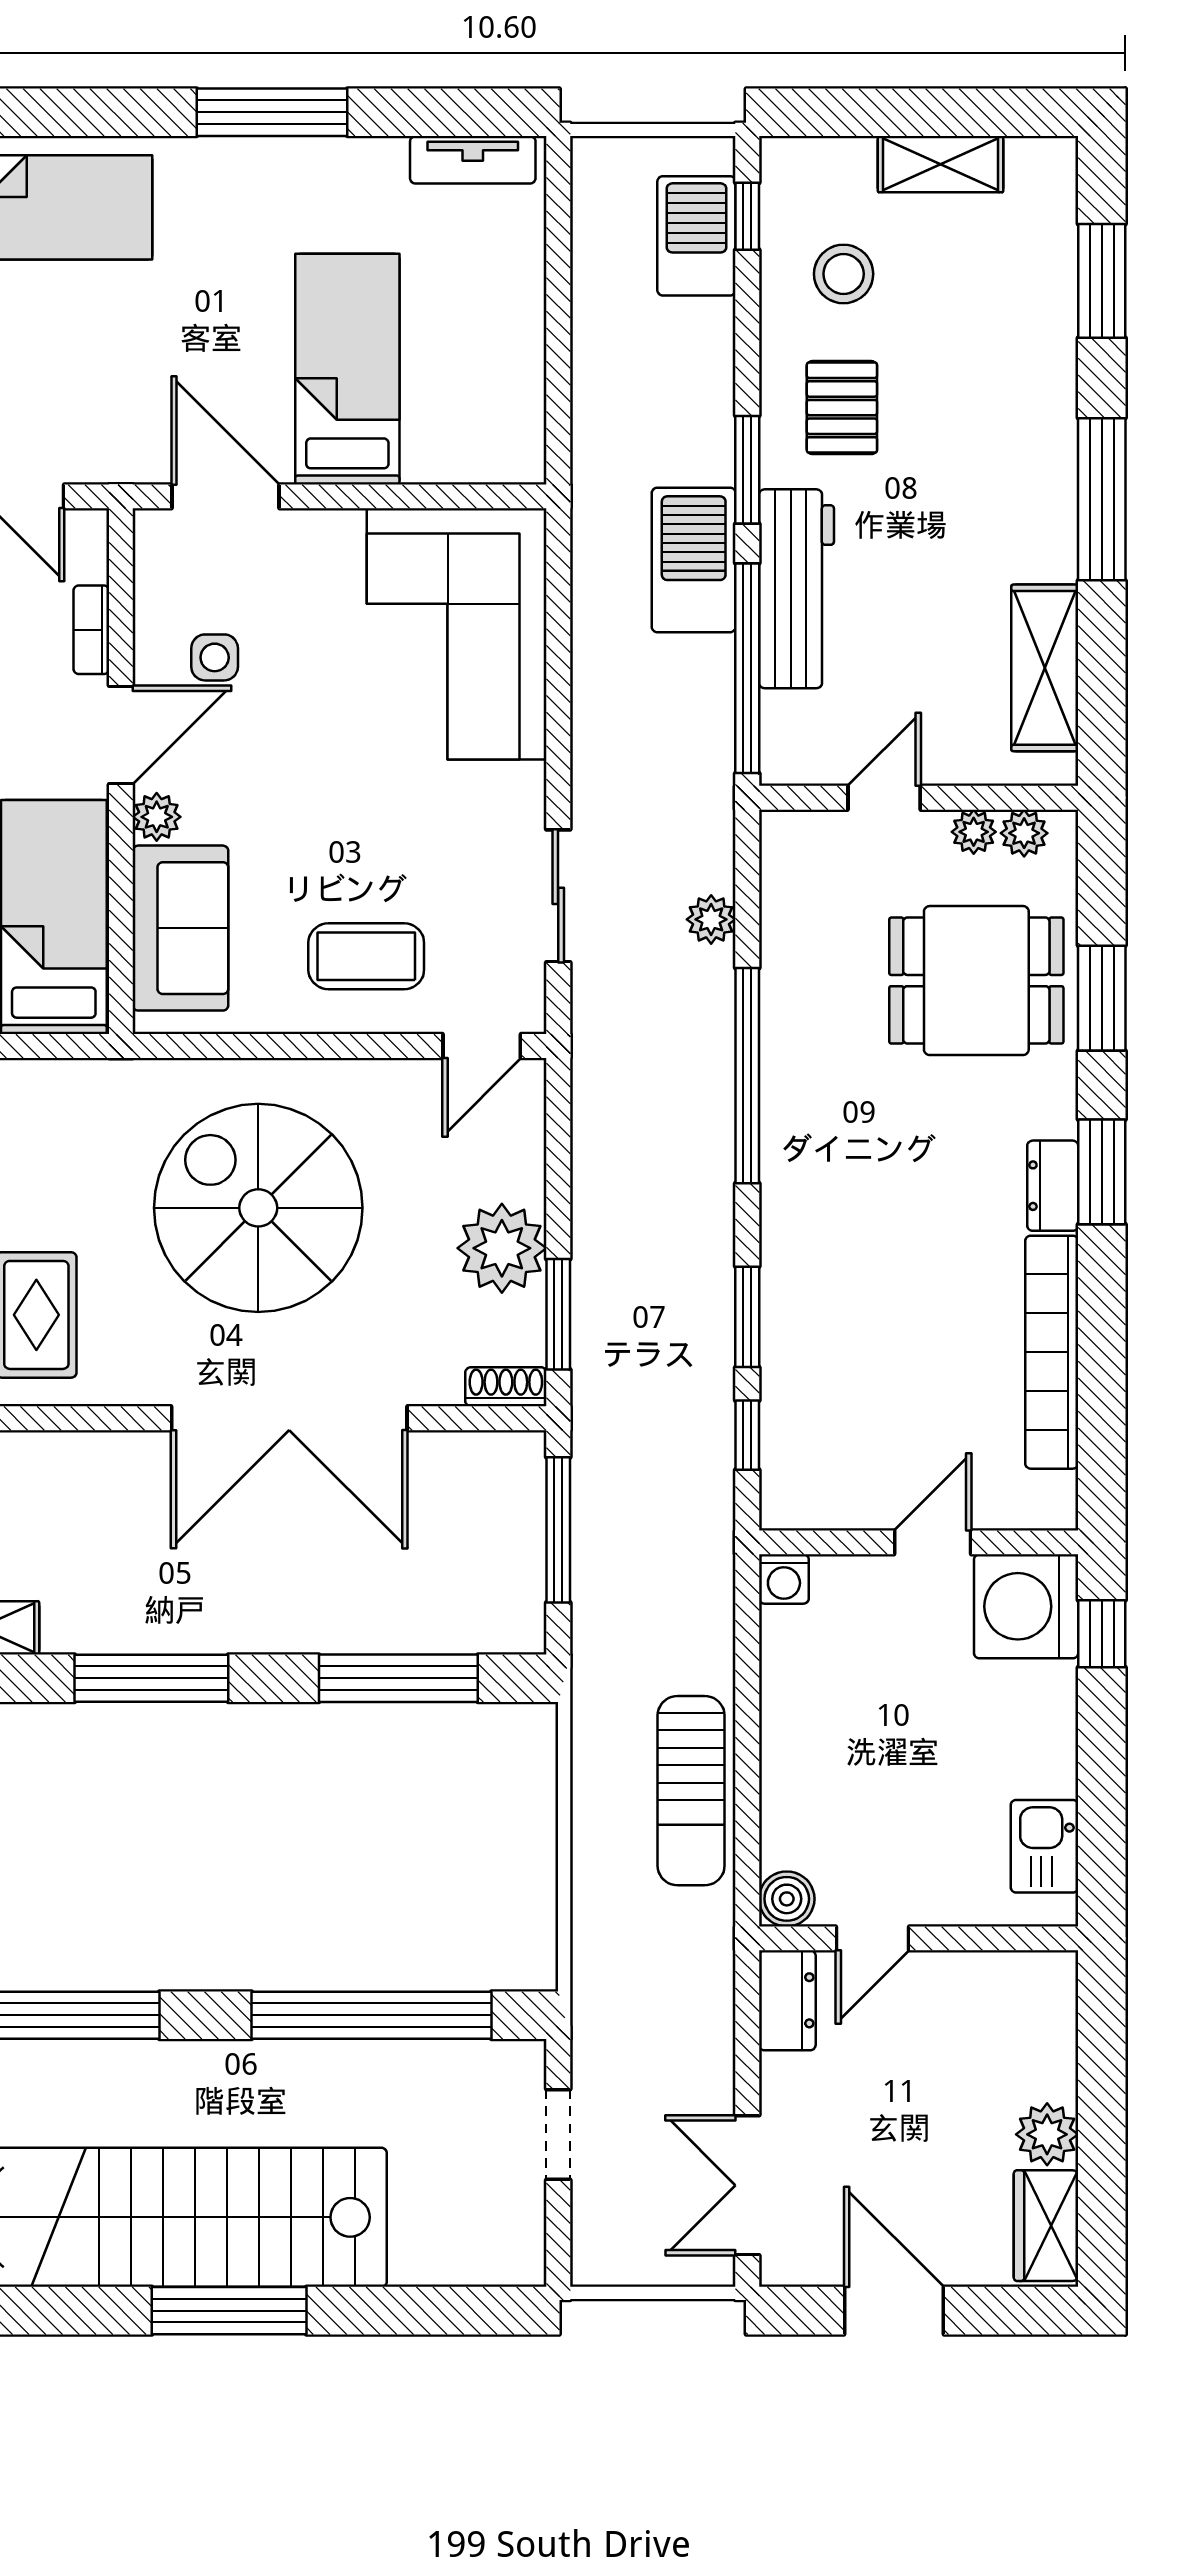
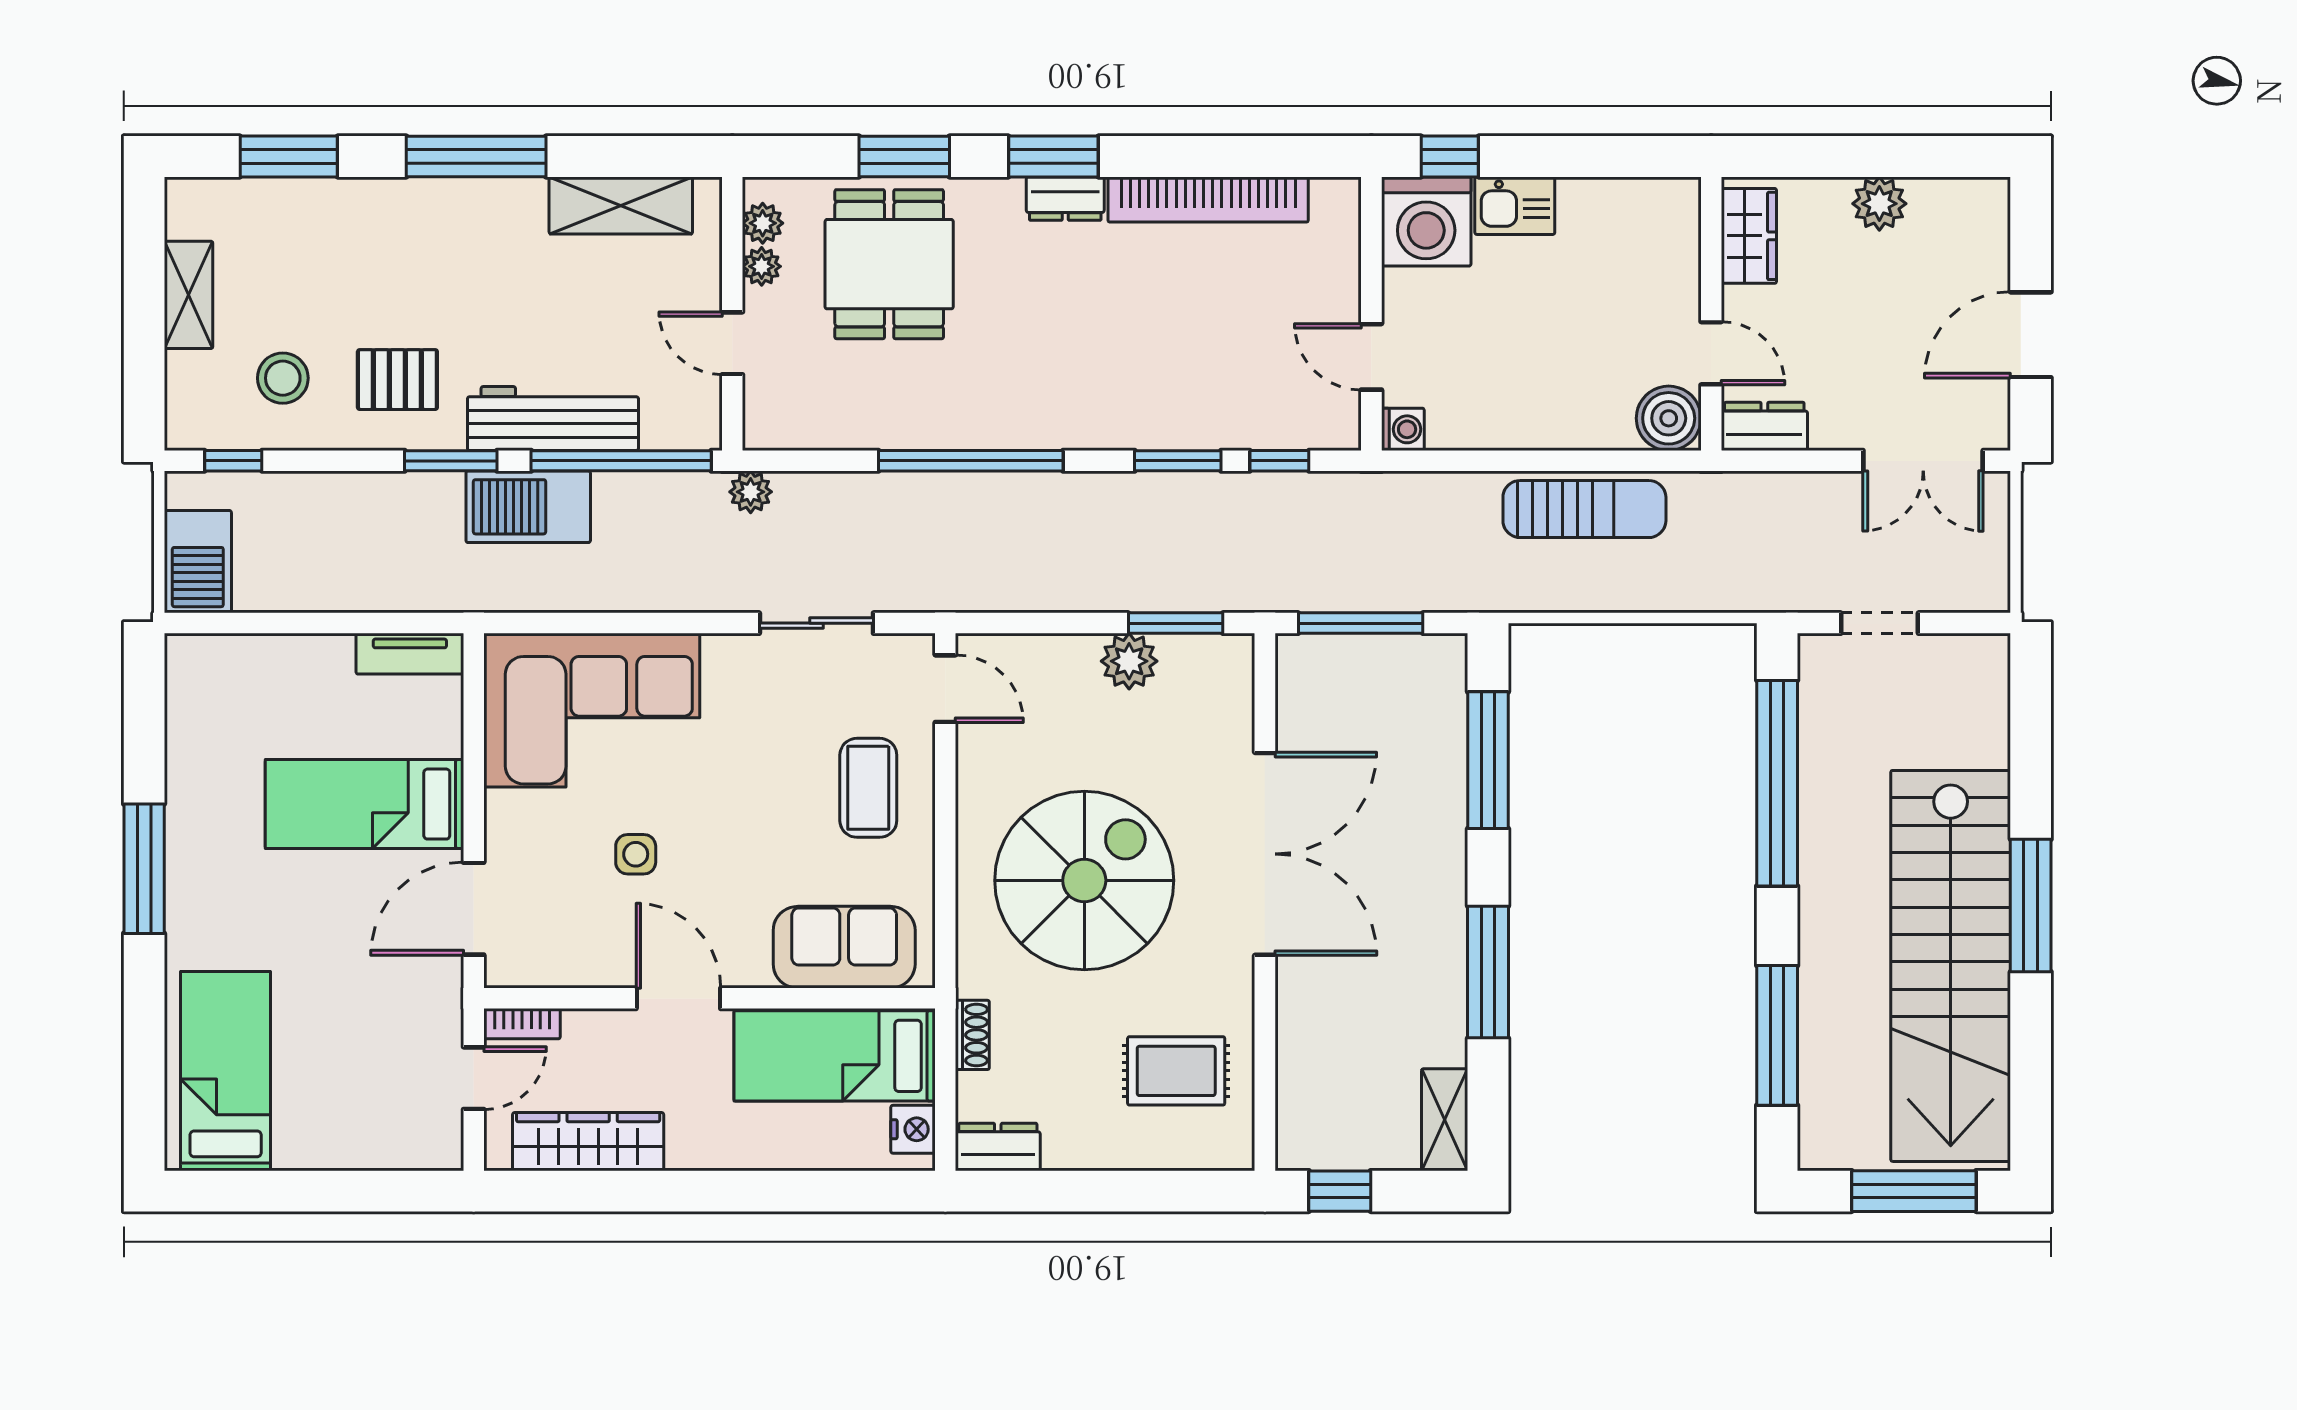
tv unit: (473, 160) -> (410, 654), moved, turned 90
barbecue: (696, 236) -> (198, 562), moved, turned -90
bookcase: (91, 630) -> (522, 1024), moved
side table: (215, 657) -> (636, 854), moved
plant: (157, 817) -> (749, 968), removed
plant: (711, 919) -> (751, 492), moved
spiral stairs: (258, 1208) -> (1084, 880), turned 180
plant: (502, 1248) -> (1129, 661), width x0.73, depth x0.73
shoe rack: (506, 1387) -> (972, 1035), moved, turned 180
door: (933, 1542) -> (1371, 357), moved
kitchen sink: (1045, 1846) -> (1515, 206), moved
boiler: (787, 1899) -> (1669, 418), width x1.36, depth x1.36
wardrobe: (1046, 2226) -> (1749, 236), moved, turned -90

